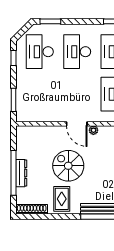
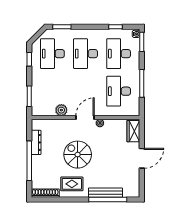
plant: (50, 115) -> (61, 110), added
door: (77, 124) -> (85, 117), swing flipped
dresser: (21, 173) -> (36, 142), moved
rug: (62, 199) -> (72, 184), turned 90

